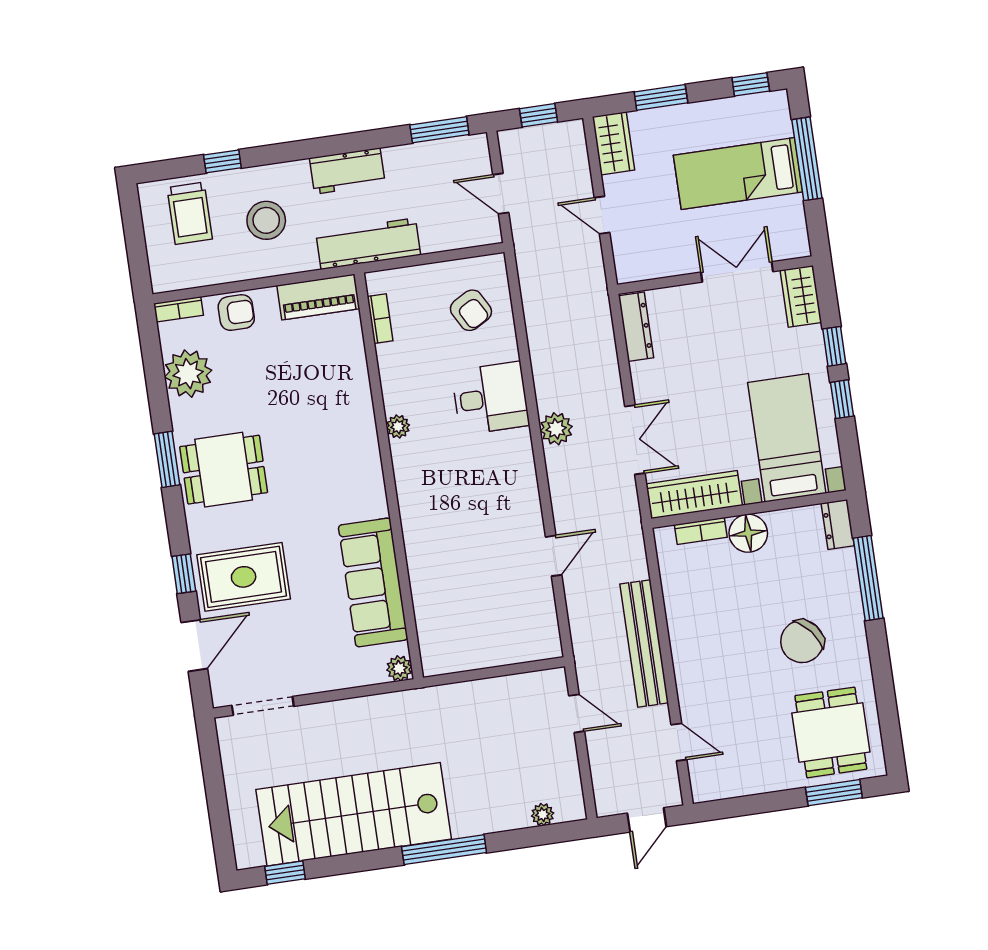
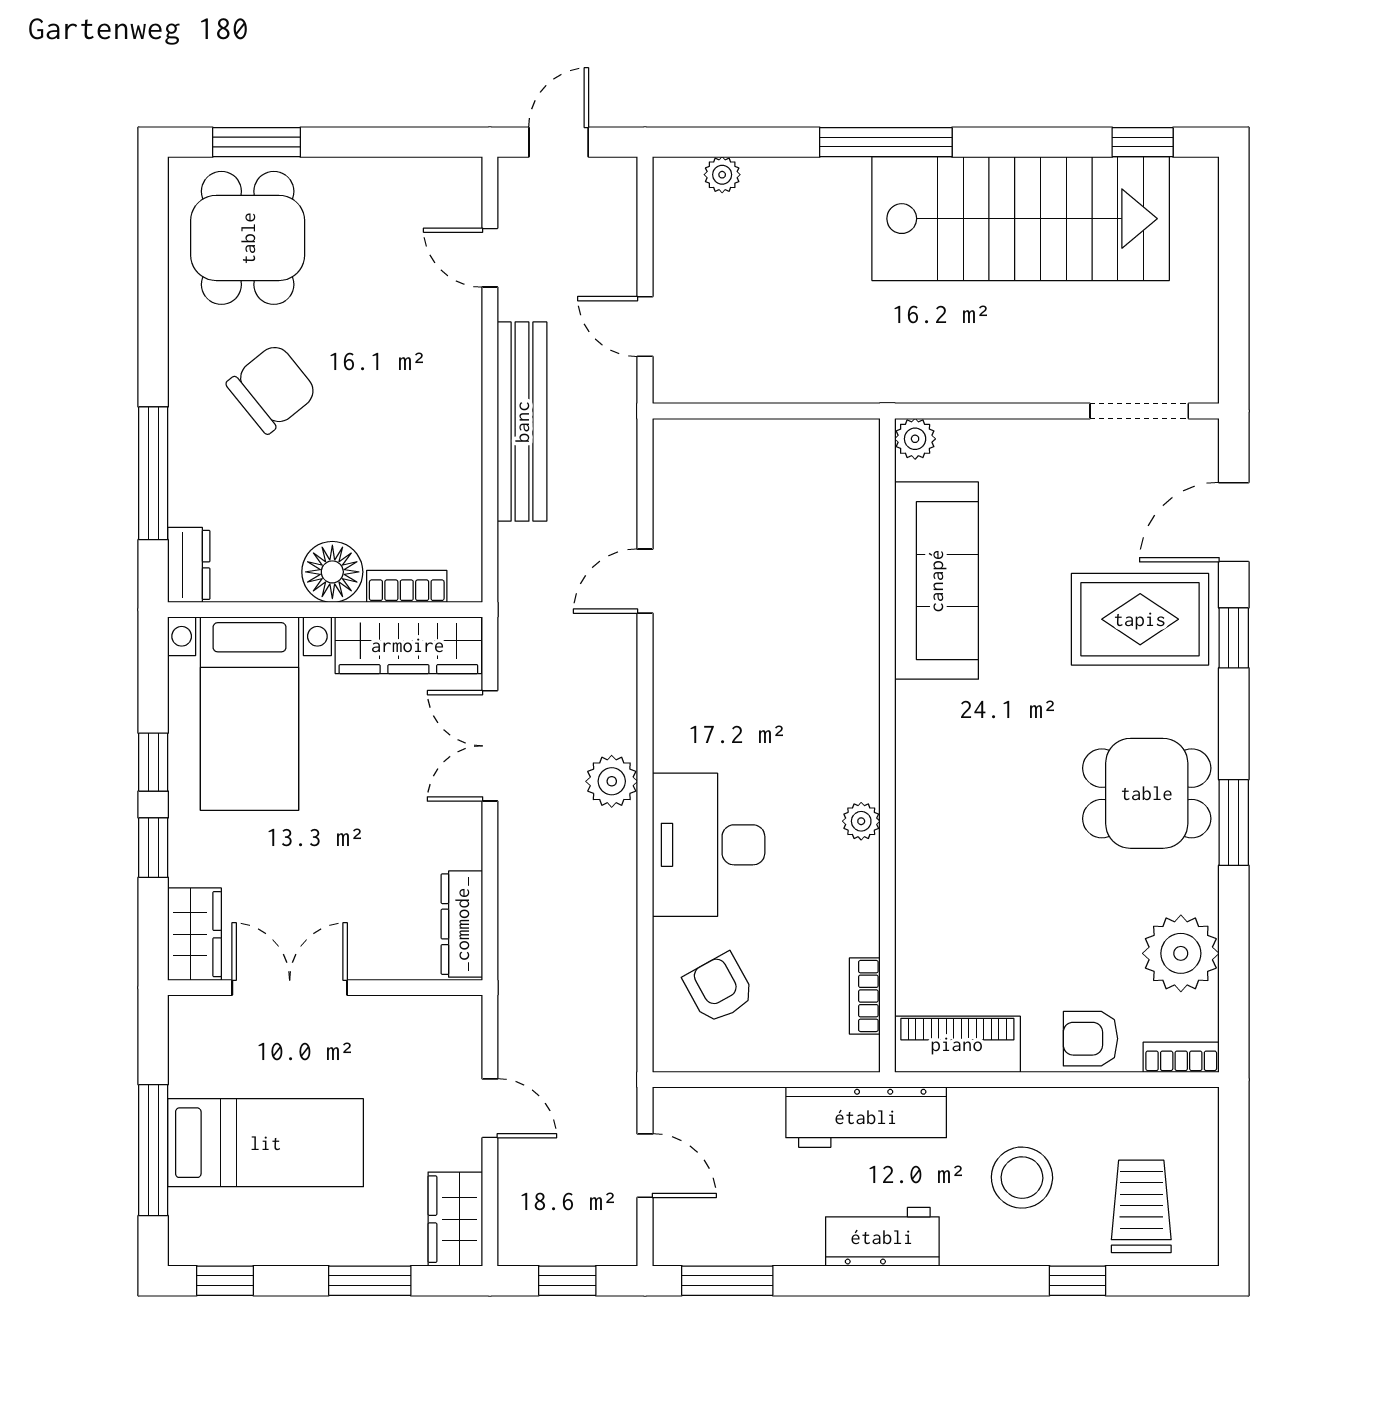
double door: (737, 272) -> (290, 988), swing flipped
desk: (490, 398) -> (709, 845), width x1.37

